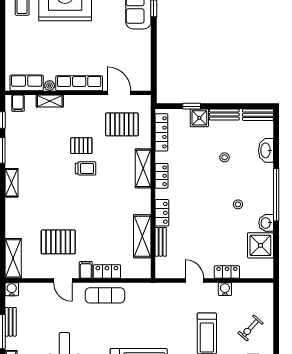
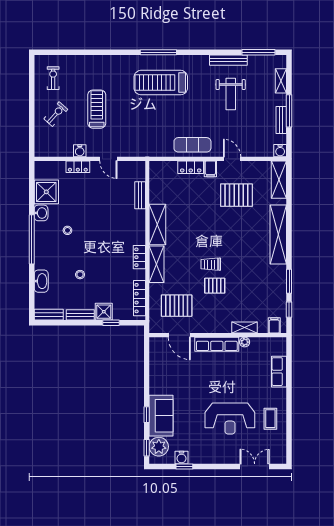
row of seats: (27, 83) -> (279, 372), moved, turned 90
shelving: (12, 183) -> (278, 234), width x2.20, depth x1.33
locker: (162, 213) -> (139, 222), removed
shelving: (142, 236) -> (157, 224), moved

